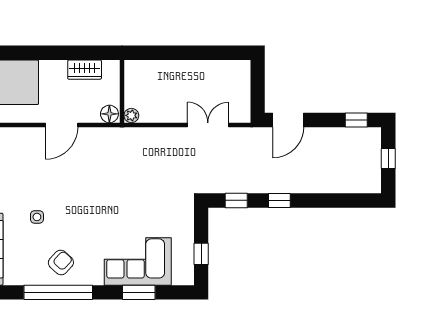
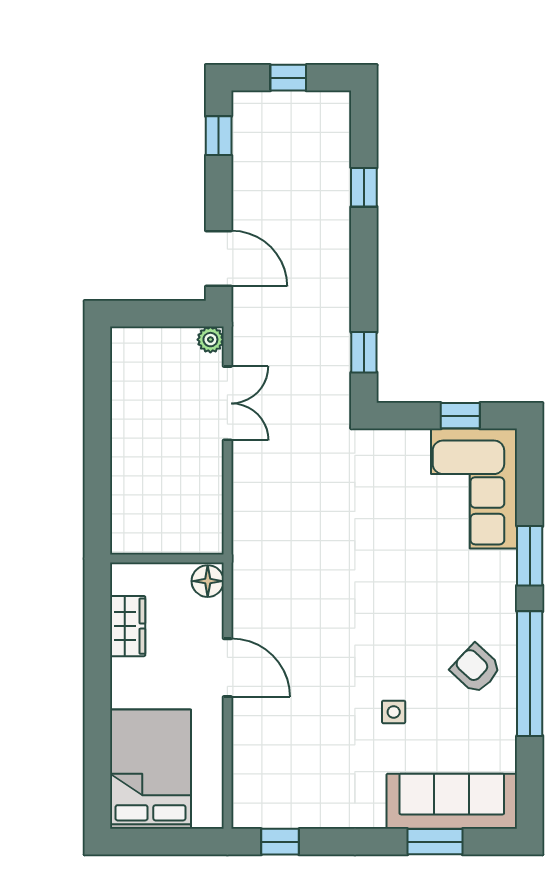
plant: (131, 115) -> (210, 340), moved
double door: (208, 125) -> (227, 403), swing flipped
window: (279, 200) -> (364, 187), moved
corner sofa: (138, 262) -> (474, 489), moved
window: (139, 292) -> (530, 556), moved

